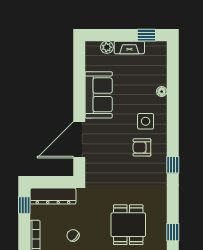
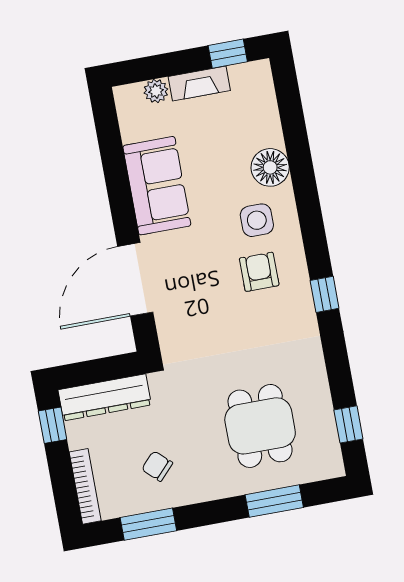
floor lamp: (162, 92) -> (270, 167), width x1.89, depth x1.89
armchair: (142, 147) -> (259, 272), turned 90

